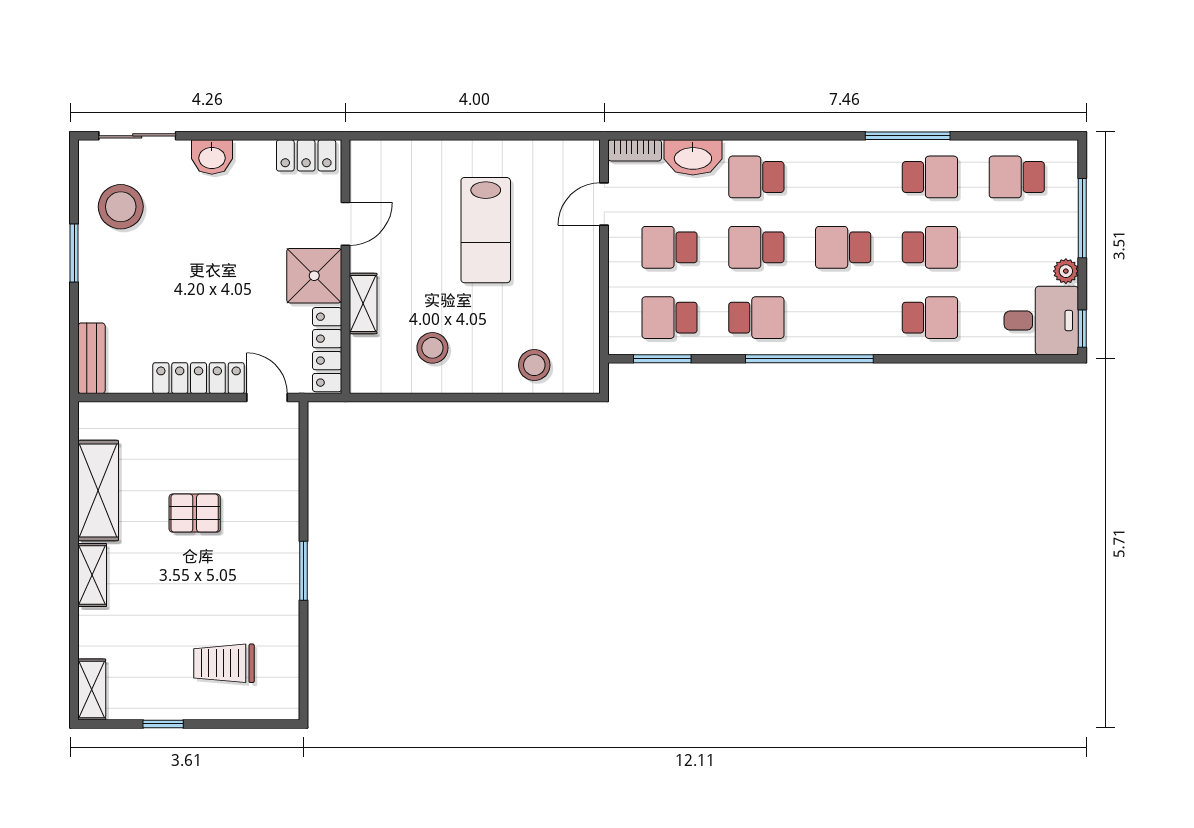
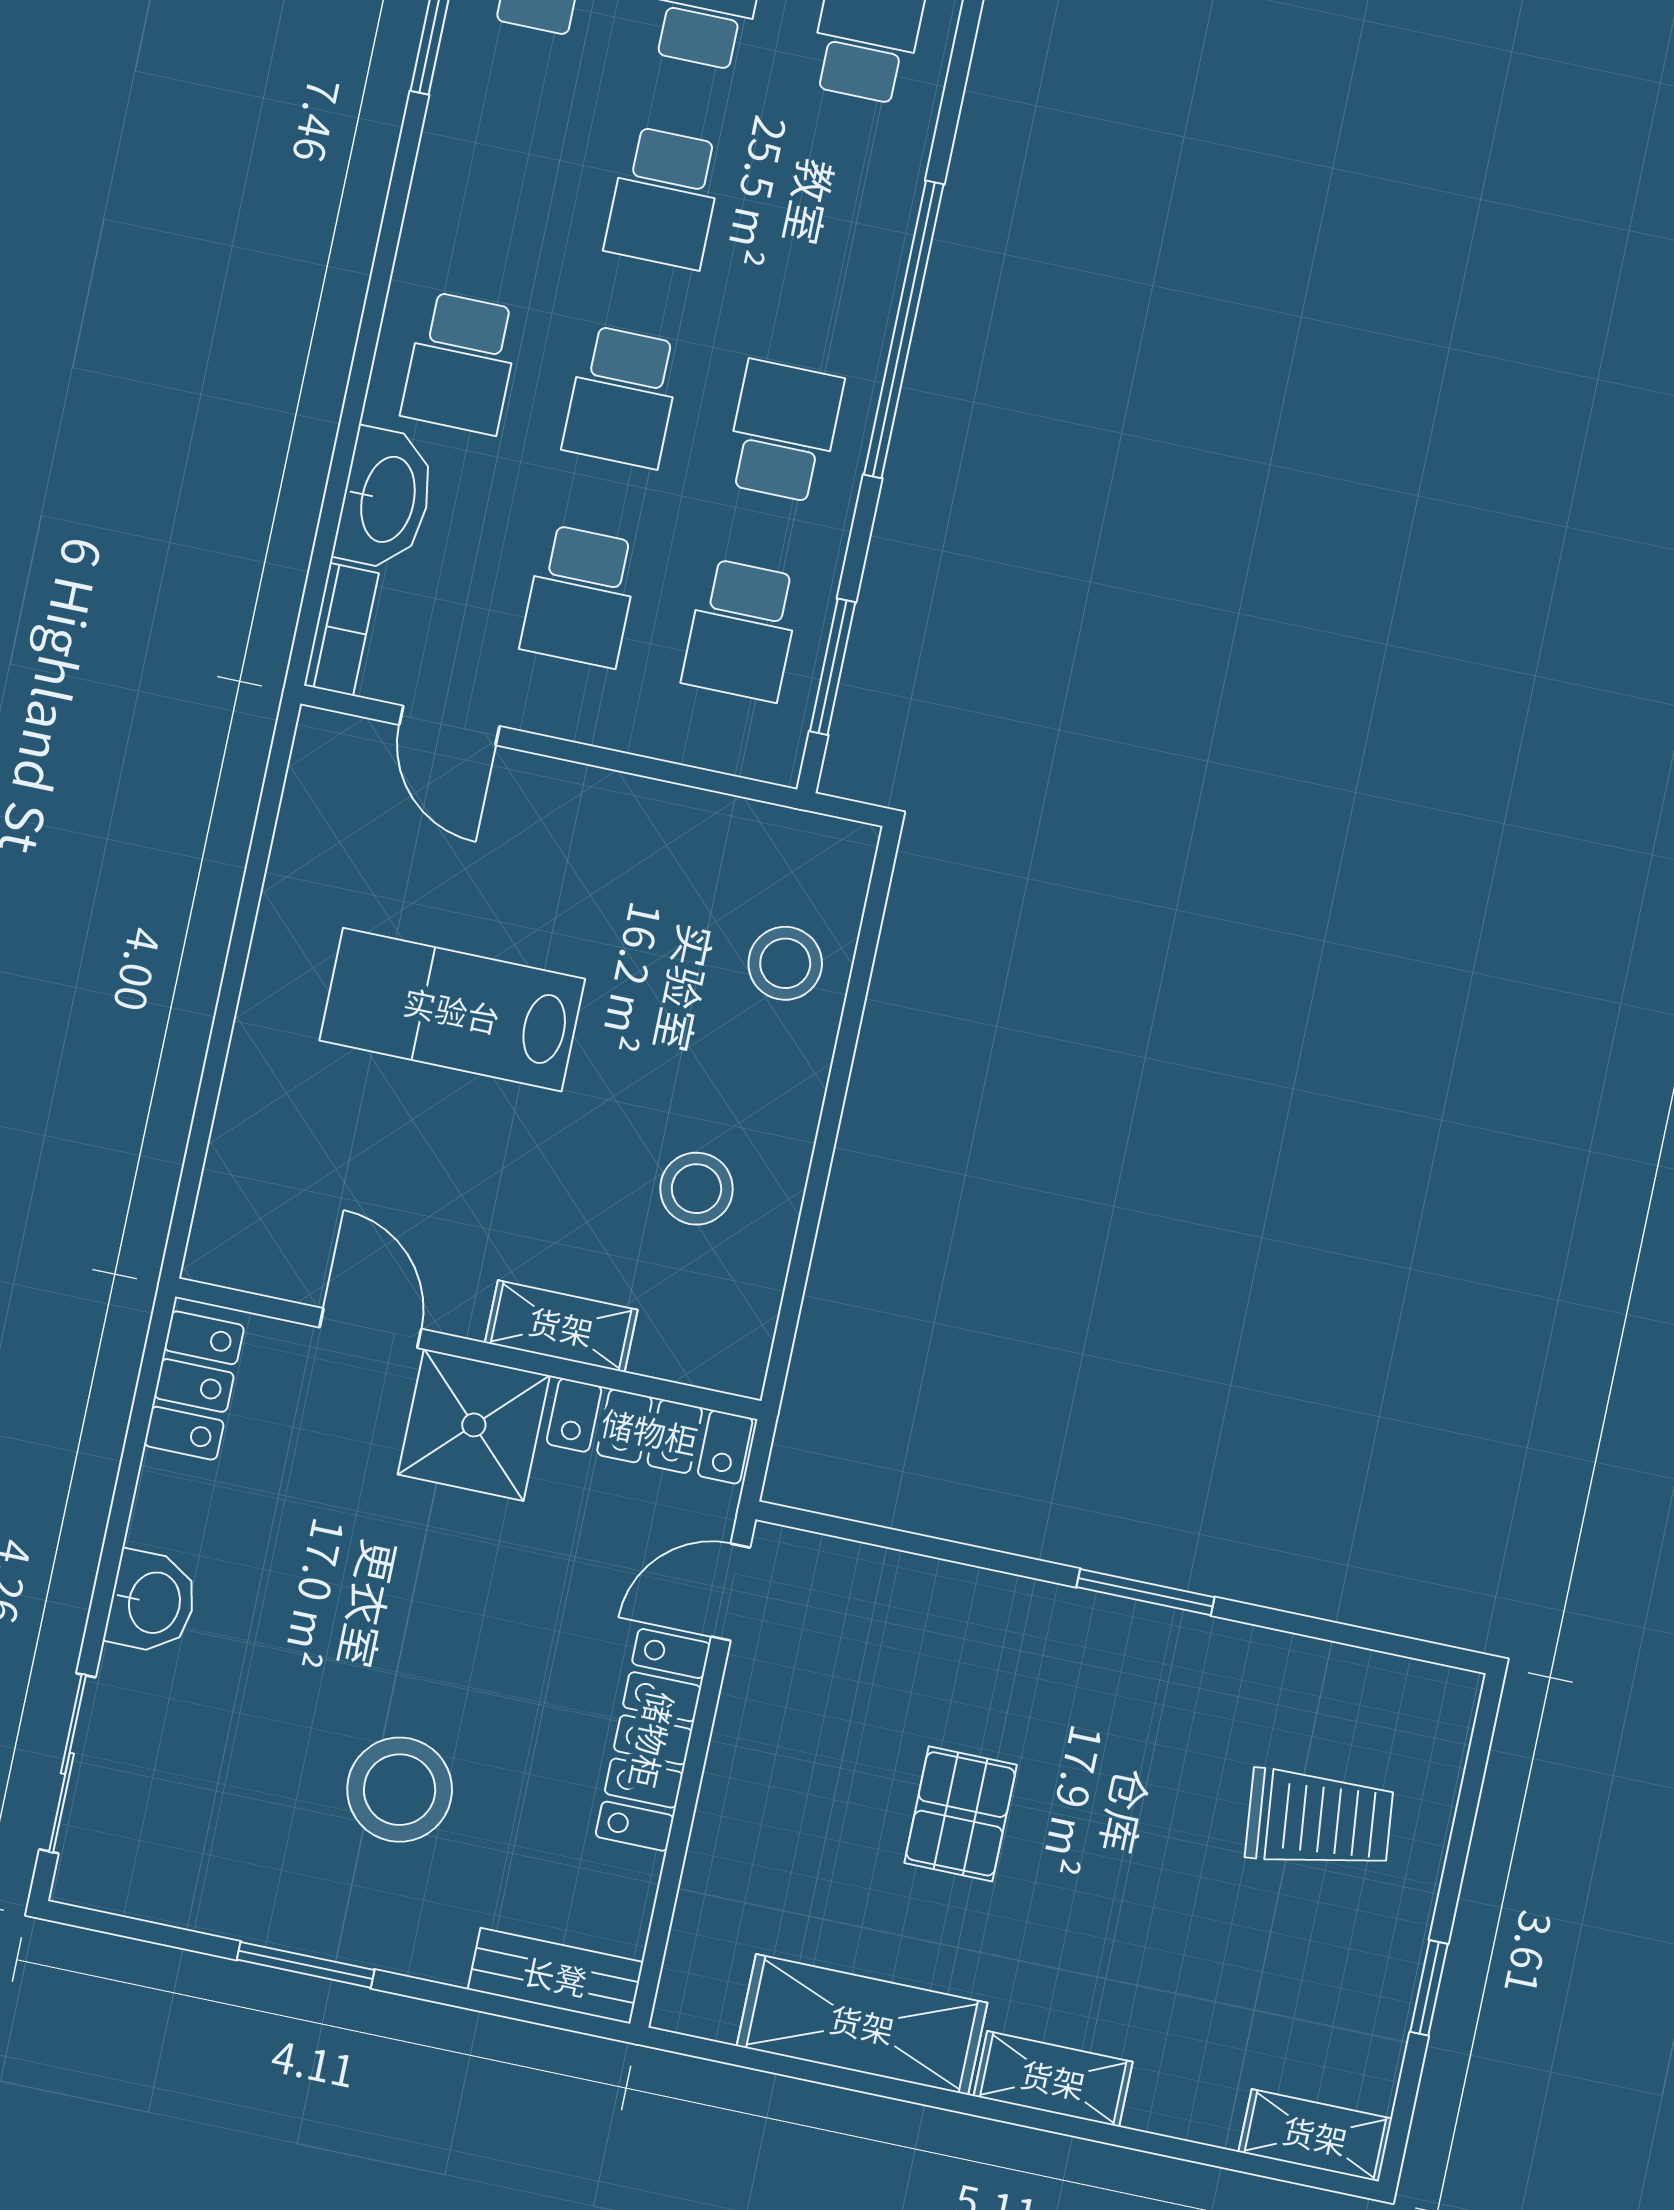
stool: (121, 207) -> (400, 1790), moved
lab bench: (486, 230) -> (452, 1010), turned 180
trolley: (224, 663) -> (1319, 1819), turned -96

